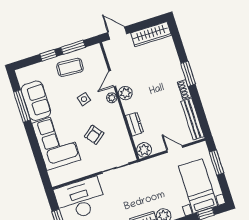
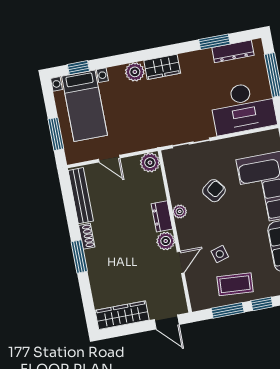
plant: (112, 98) -> (180, 211), moved
side table: (84, 99) -> (220, 254), moved
dresser: (135, 124) -> (162, 216), moved

